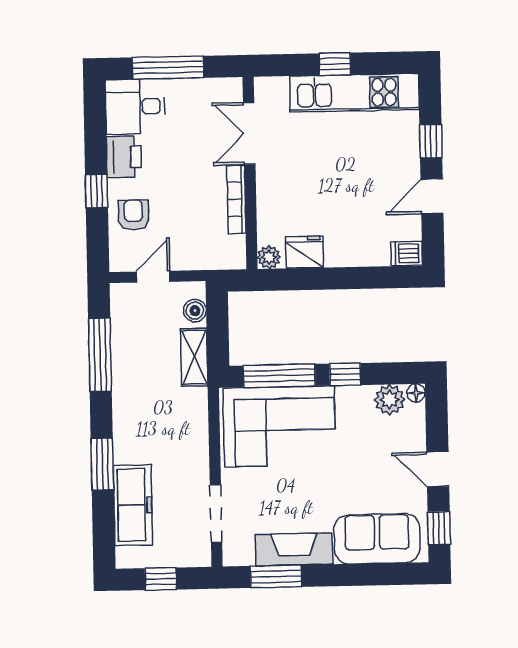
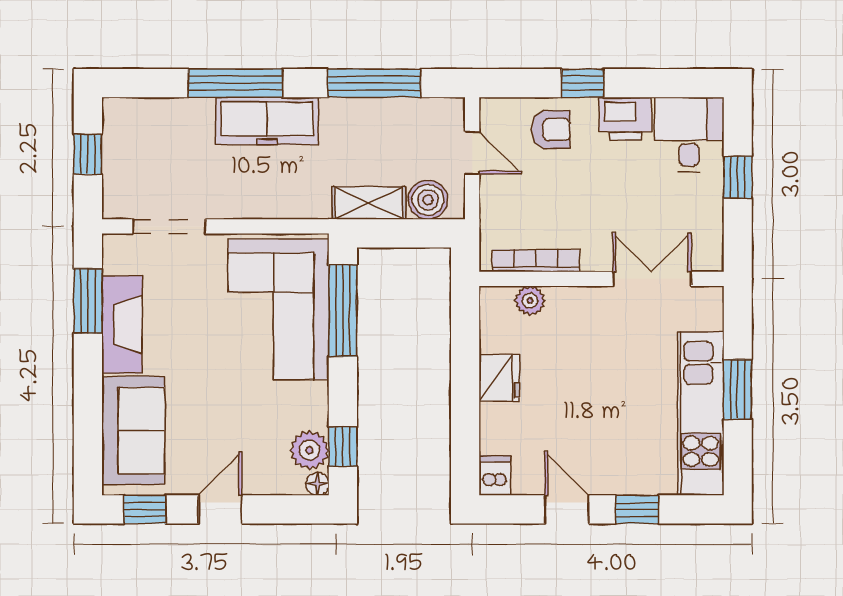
window: (335, 64) -> (738, 390), width x1.50
window: (168, 68) -> (738, 177), width x0.46
bookcase: (236, 199) -> (536, 261), moved
fridge: (305, 252) -> (499, 378), moved
plant: (269, 257) -> (530, 301), moved
boiler: (195, 311) -> (428, 200), width x1.36, depth x1.36
window: (345, 374) -> (343, 447), moved
window: (102, 464) -> (235, 83), width x1.44
freezer: (133, 505) -> (267, 121), moved

